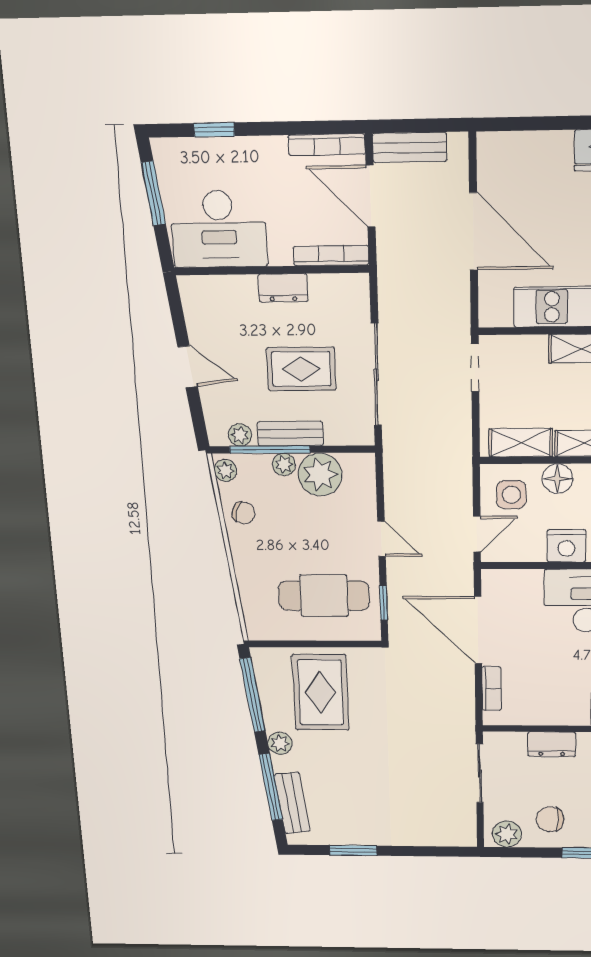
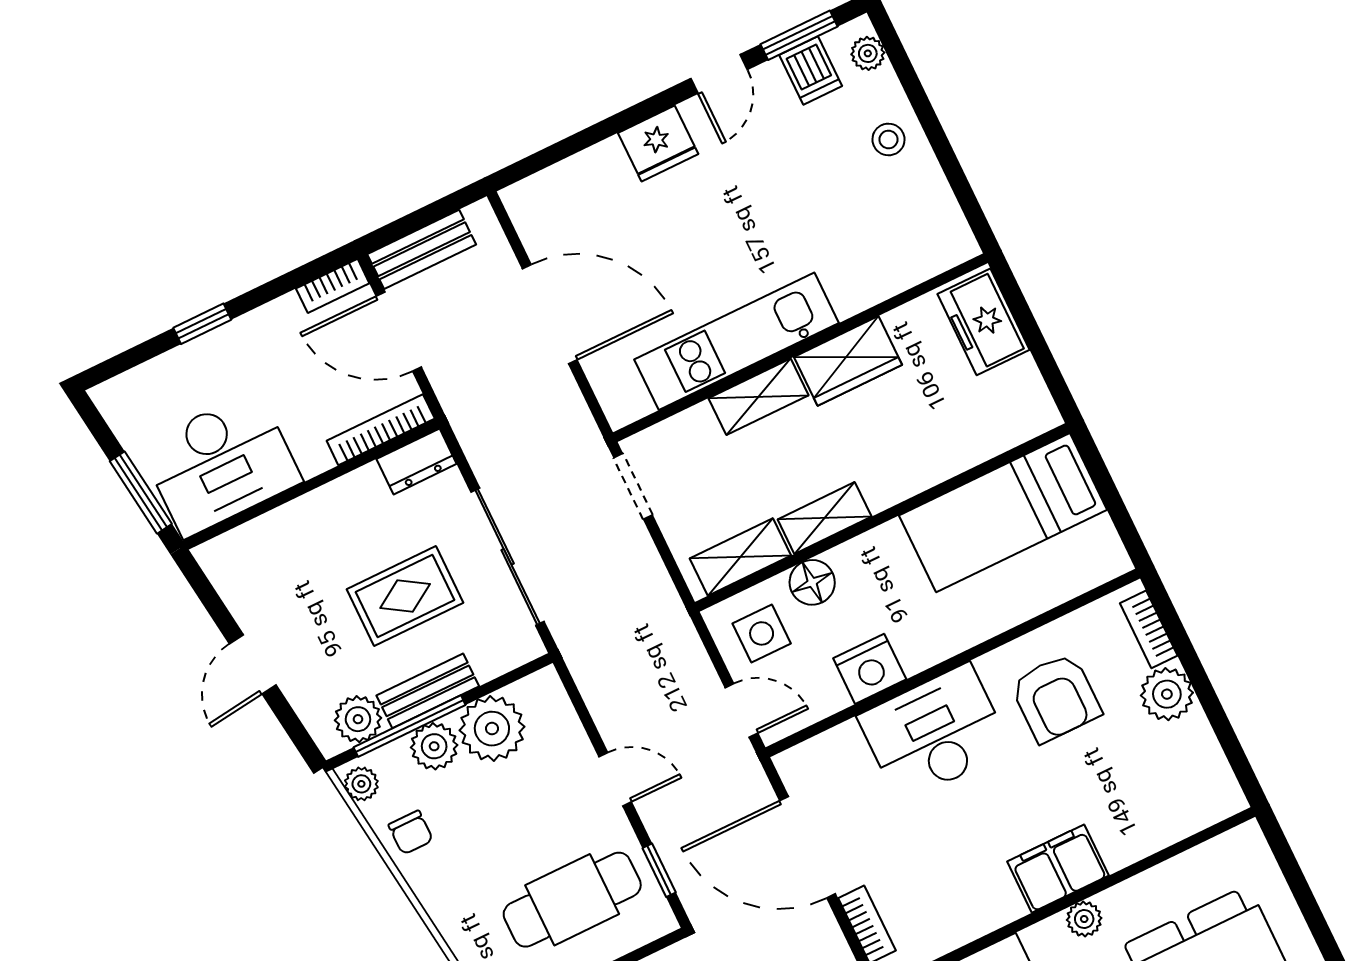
window: (214, 130) -> (202, 324), moved
bookcase: (327, 145) -> (333, 286), width x0.64
window: (153, 193) -> (141, 492), moved
dresser: (283, 288) -> (417, 461), moved
door: (188, 367) -> (253, 664), swing flipped
plant: (240, 435) -> (358, 719), width x1.38, depth x1.38
plant: (284, 464) -> (434, 746), width x1.38, depth x1.38
chair: (244, 513) -> (411, 832), turned 72
door: (477, 534) -> (741, 710), hinge flipped

